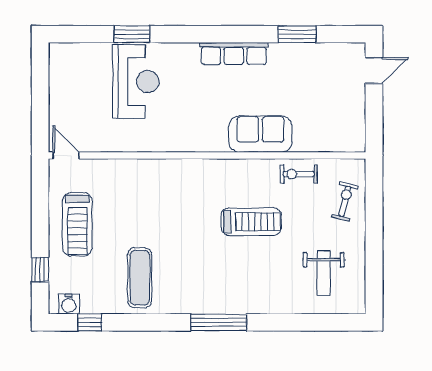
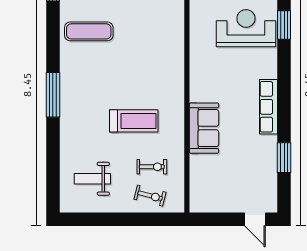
reception desk: (136, 82) -> (246, 28), turned 180
exercise bike: (299, 174) -> (152, 167), moved, turned 90
treadmill: (251, 222) -> (134, 121), turned -90

